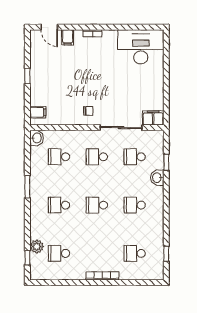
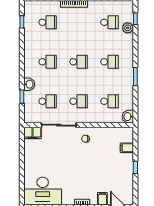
filing cabinet: (38, 112) -> (127, 148), moved

